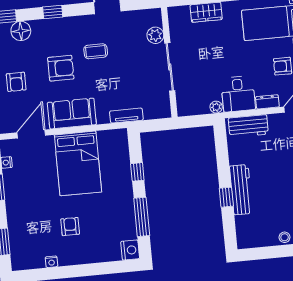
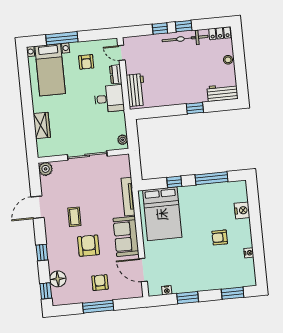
plant: (155, 35) -> (46, 169), moved
armchair: (16, 82) -> (100, 283), turned -90
plant: (216, 107) -> (123, 140), moved
tv unit: (126, 116) -> (128, 197), width x1.41
bed: (78, 163) -> (162, 214), moved, turned 90
workbench: (241, 190) -> (223, 93), moved, width x0.73
nightstand: (130, 250) -> (242, 210), moved, turned 90

